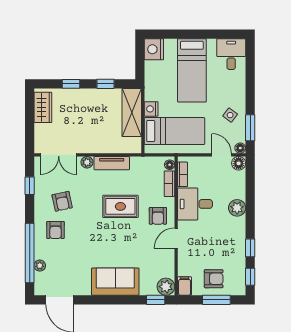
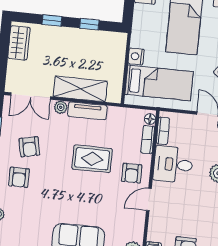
shelving: (132, 112) -> (80, 89), moved, turned 90

